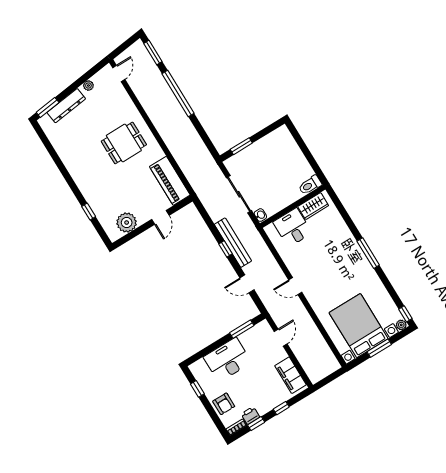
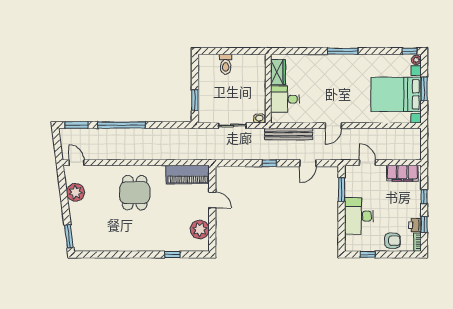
plant: (88, 86) -> (75, 192), width x1.87, depth x1.87
dresser: (66, 106) -> (77, 220), removed
toilet: (310, 185) -> (226, 64), moved
sliding door: (239, 194) -> (232, 126), width x0.73
bench: (233, 243) -> (289, 134), moved

